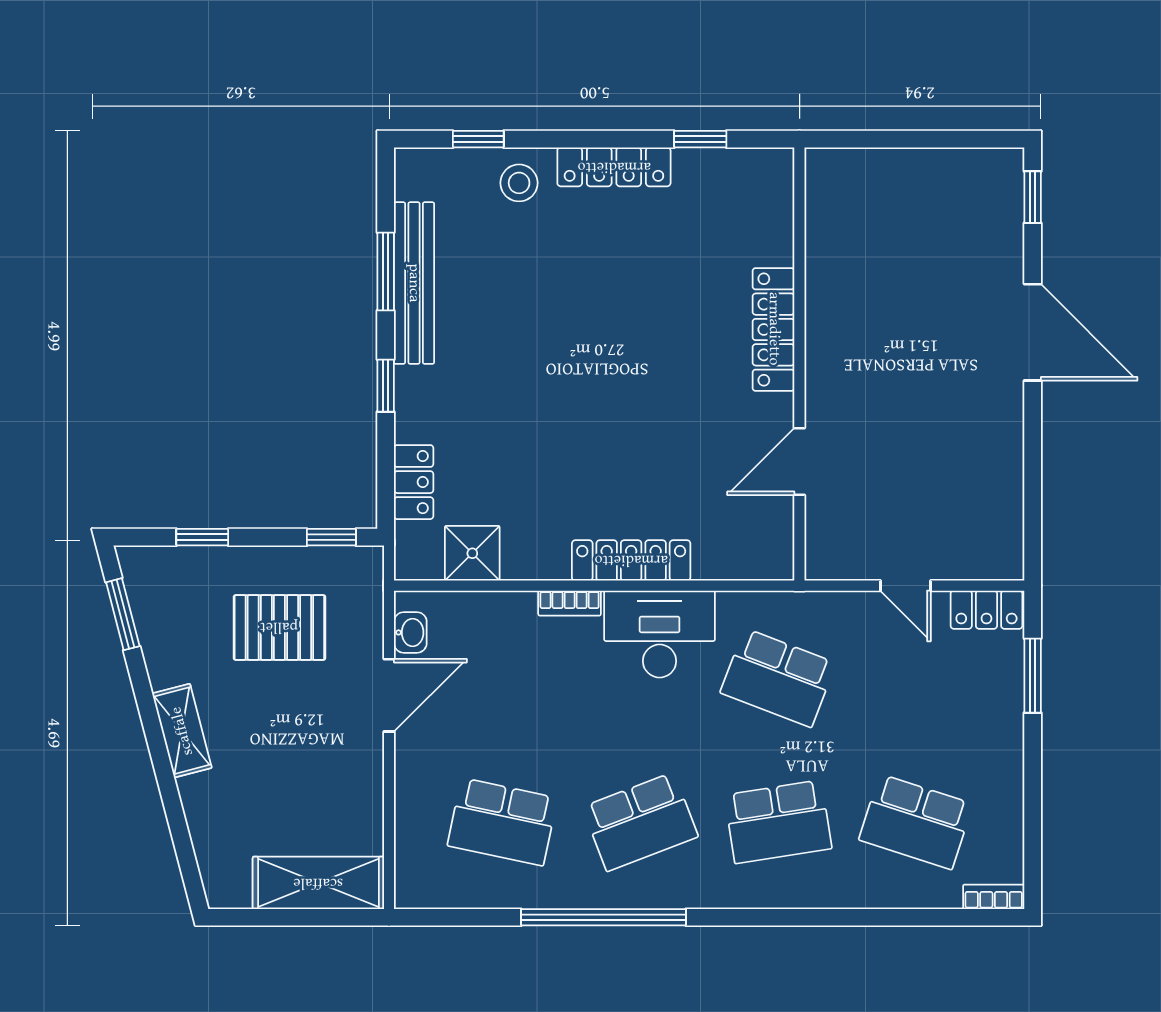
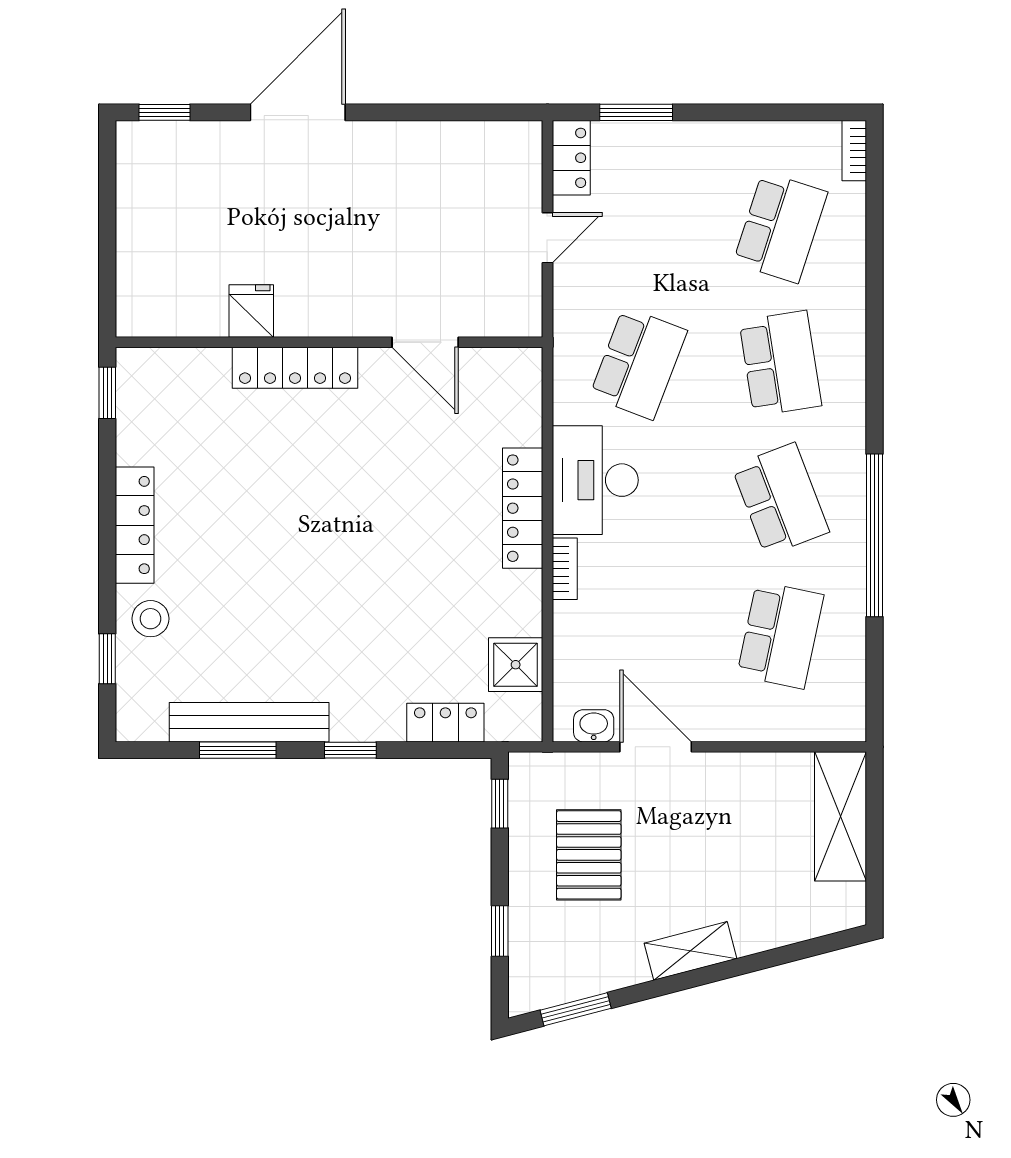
window: (700, 139) -> (107, 393), moved
fridge: (831, 285) -> (251, 311), added

